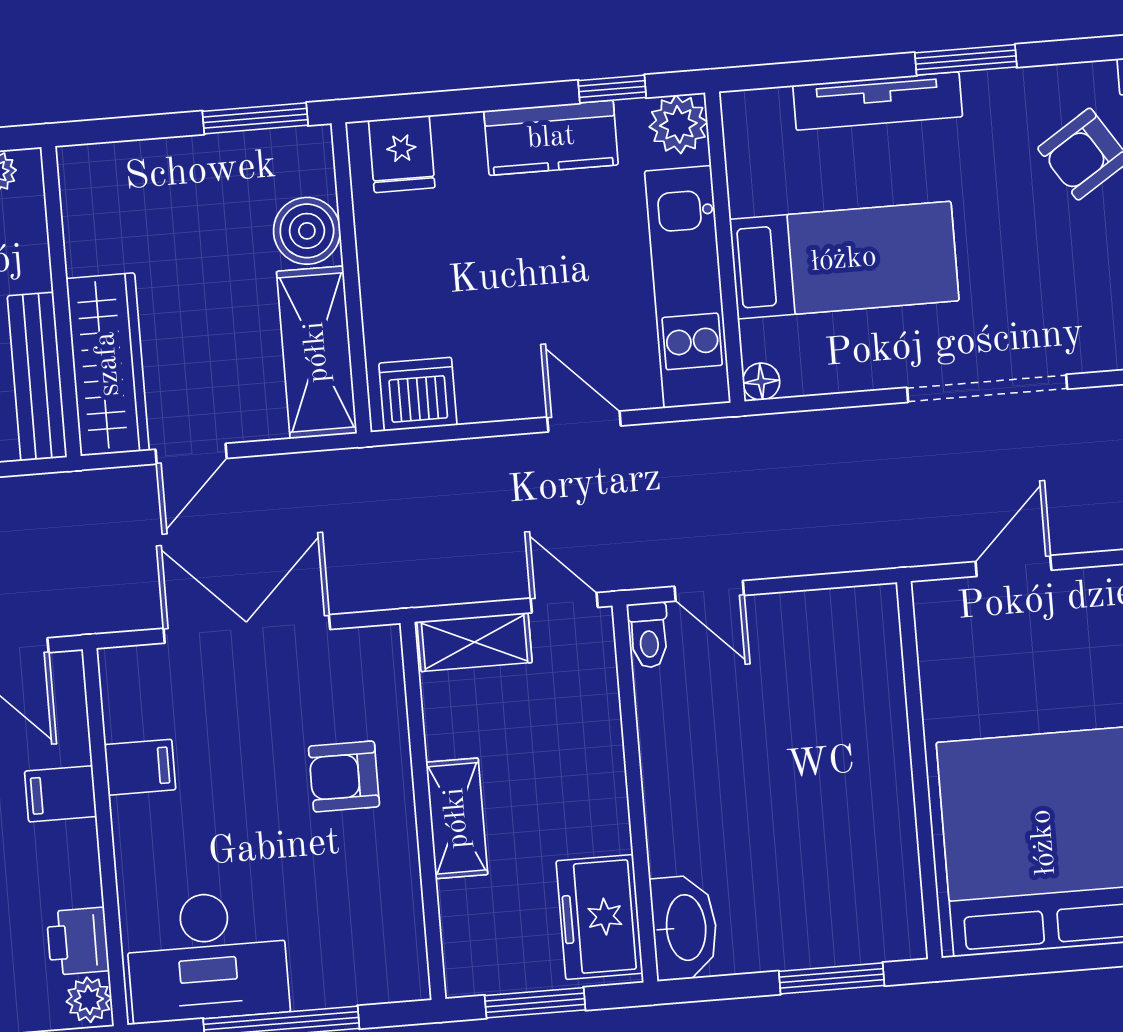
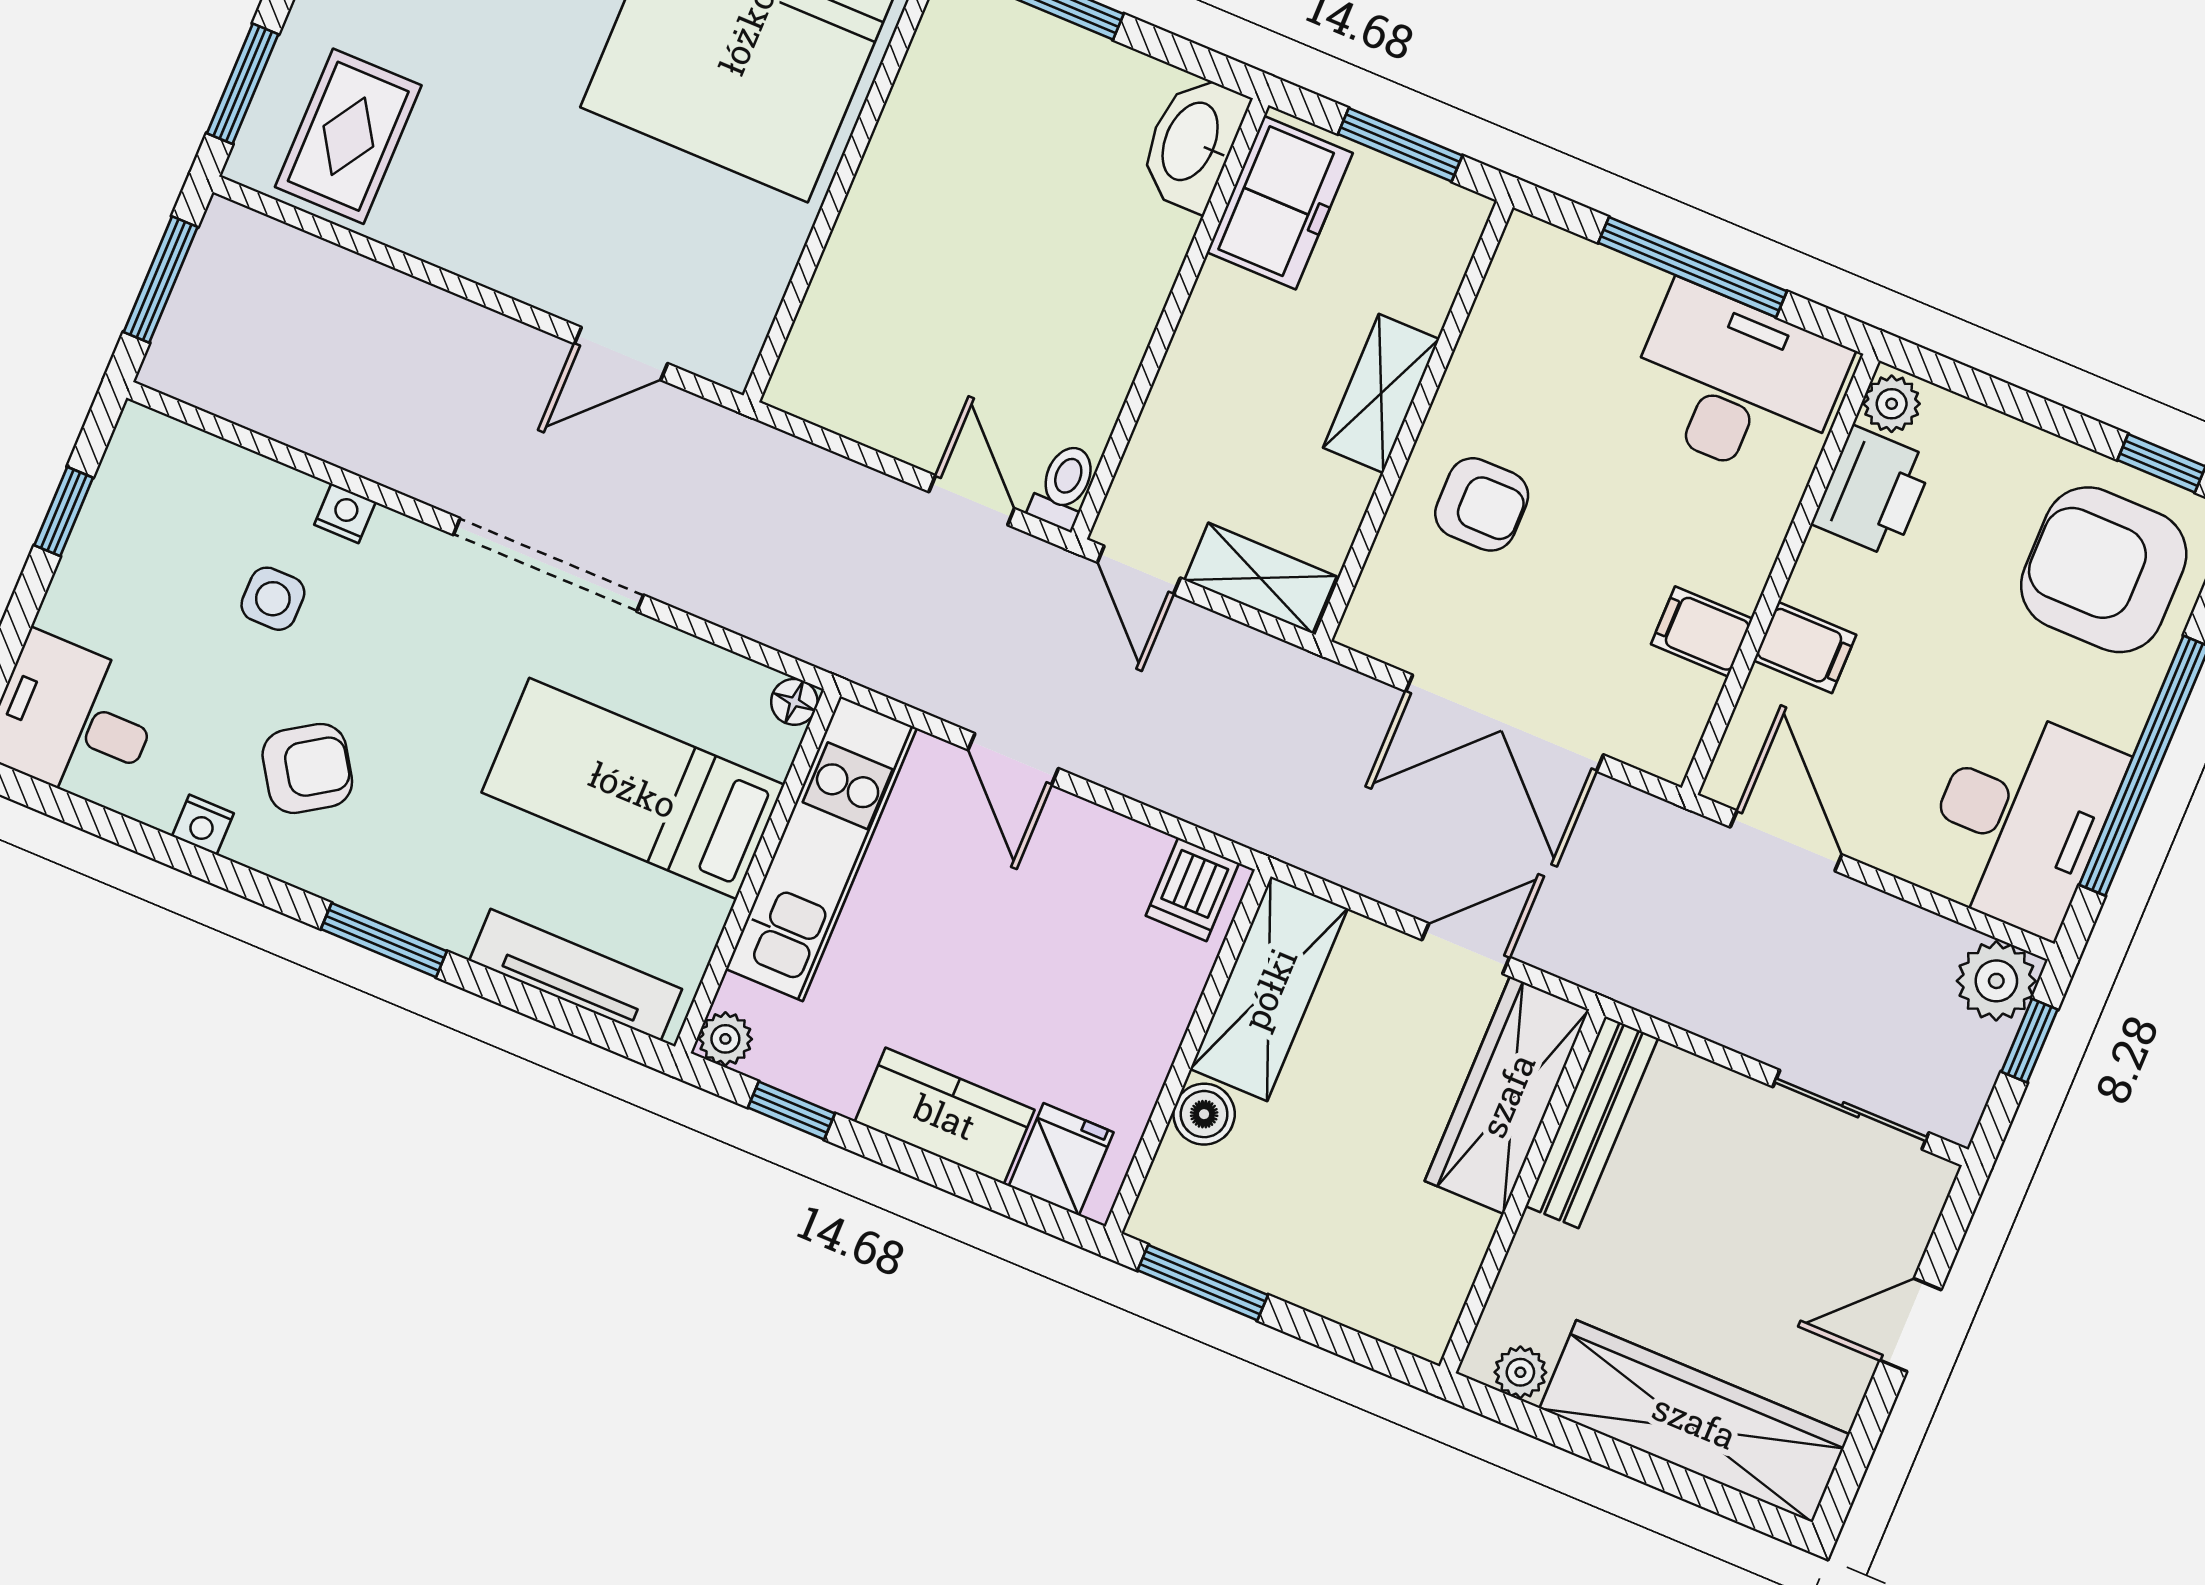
tv unit: (878, 101) -> (576, 975), moved
plant: (678, 124) -> (725, 1039), width x0.73, depth x0.73
kitchen counter: (551, 138) -> (945, 1116), moved
boiler: (307, 231) -> (1204, 1114), width x0.73, depth x0.73
dishwasher: (418, 394) -> (1192, 889), width x0.73
printer: (78, 941) -> (1873, 491), width x1.36, depth x1.24

